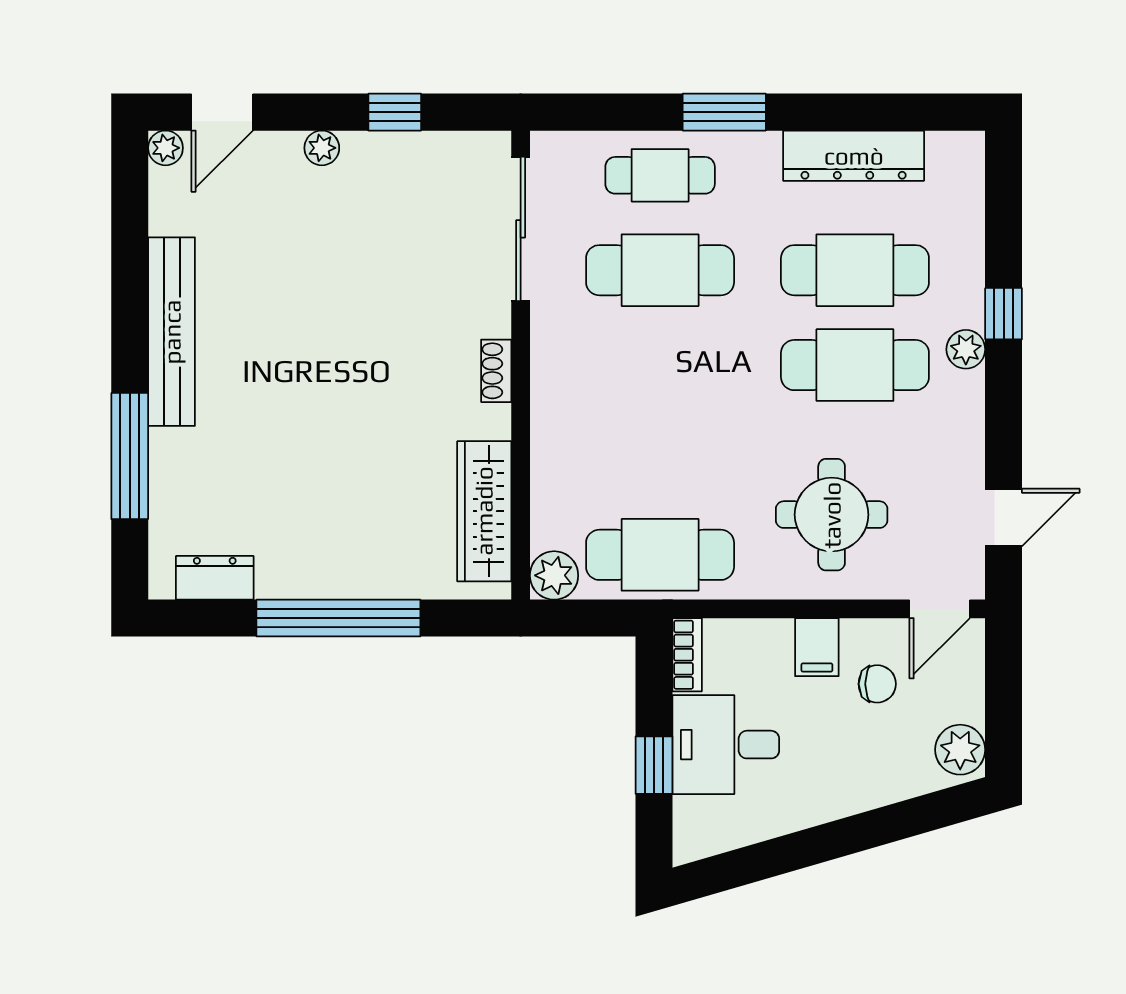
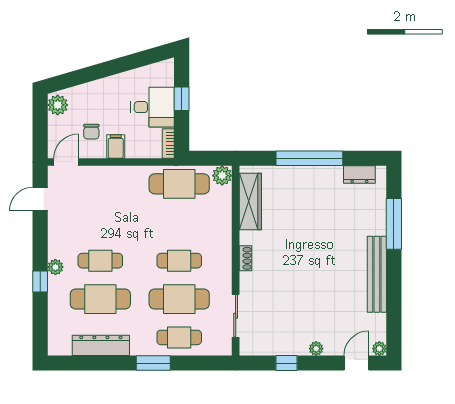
sliding door: (521, 229) -> (236, 316), width x0.73
cafe table: (660, 365) -> (179, 261), added
cafe table: (855, 365) -> (100, 261), width x0.73, depth x0.74
round table: (832, 515) -> (110, 200), removed
chair: (877, 684) -> (91, 132), turned -90

